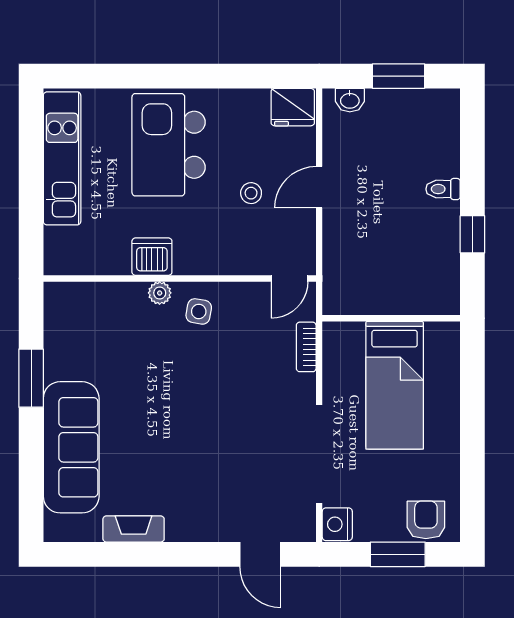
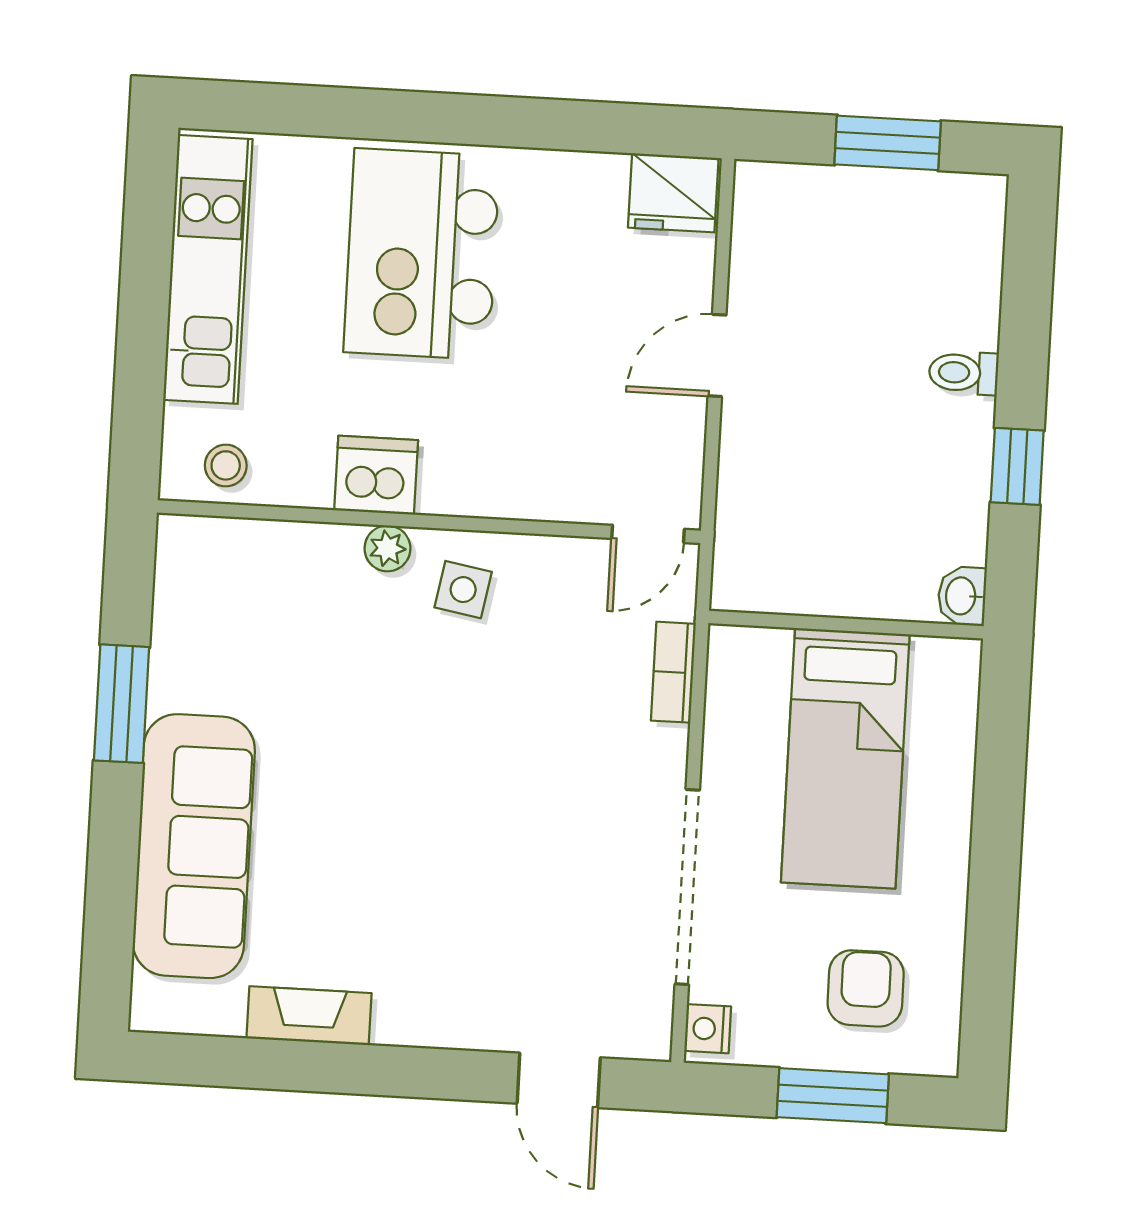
washbasin: (350, 100) -> (962, 596), moved, turned 90
stool: (251, 193) -> (226, 465), moved
armchair: (426, 520) -> (866, 988), moved
nightstand: (337, 524) -> (708, 1029), width x0.72, depth x0.74

